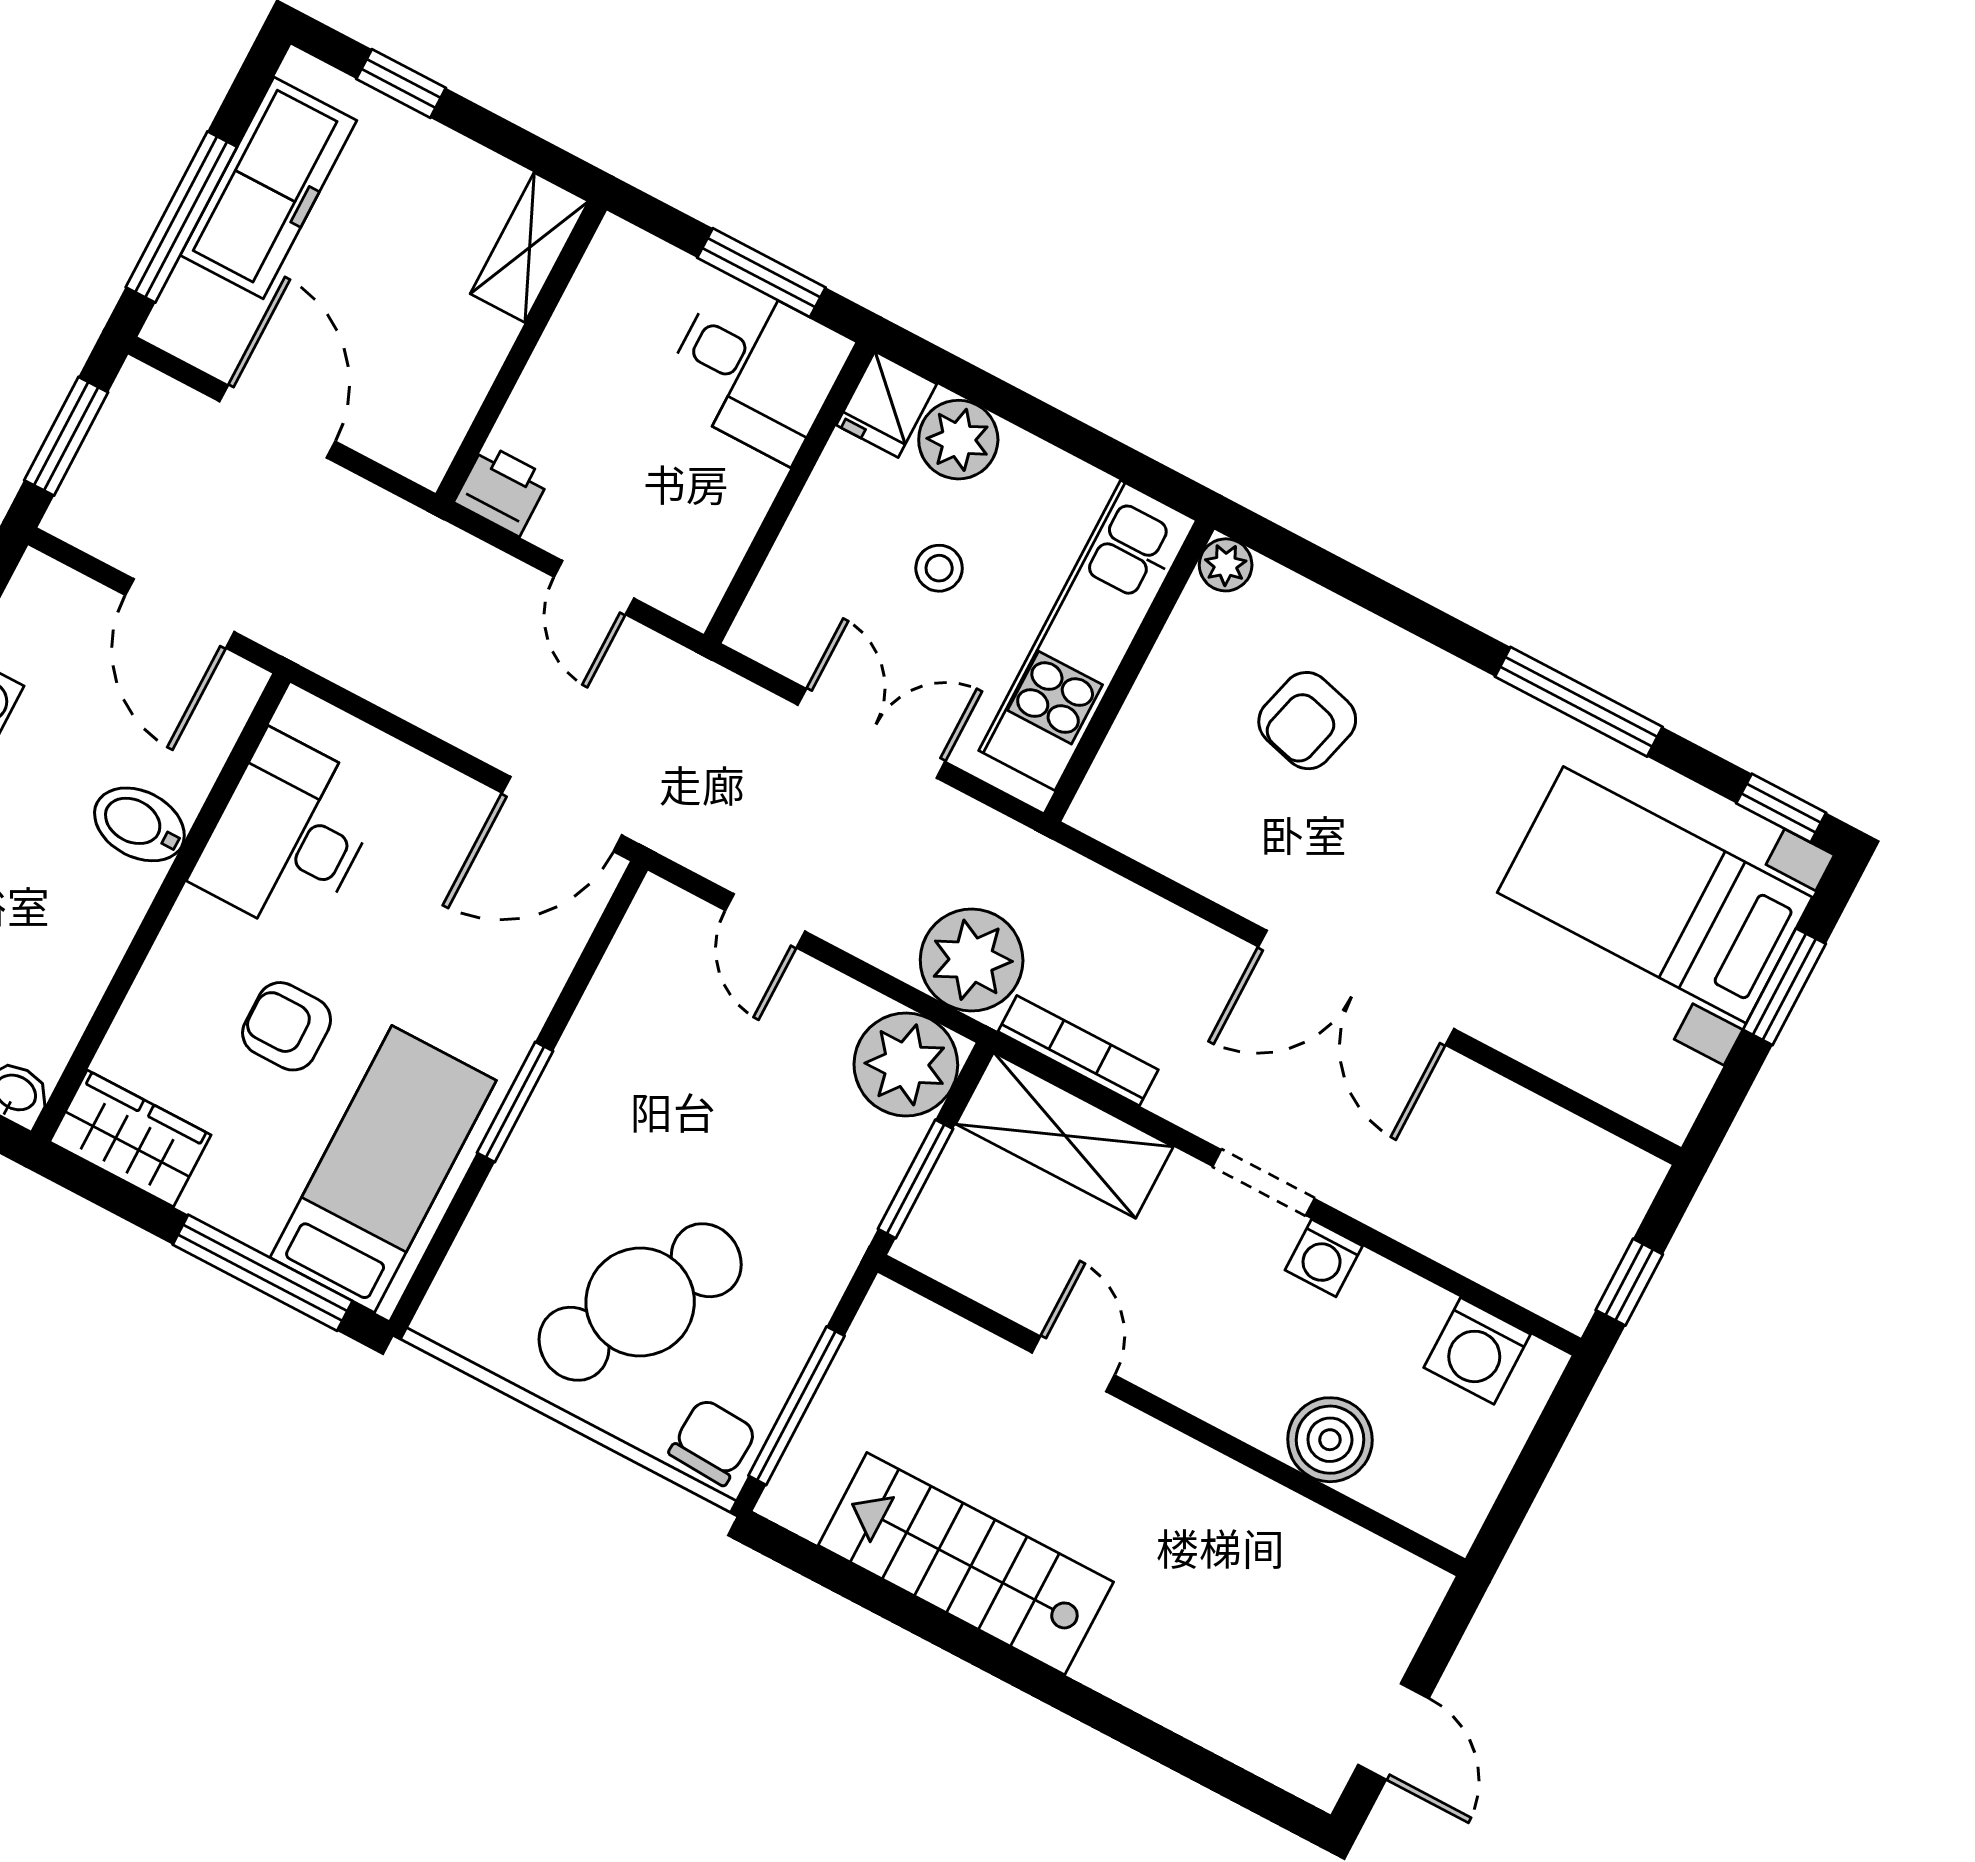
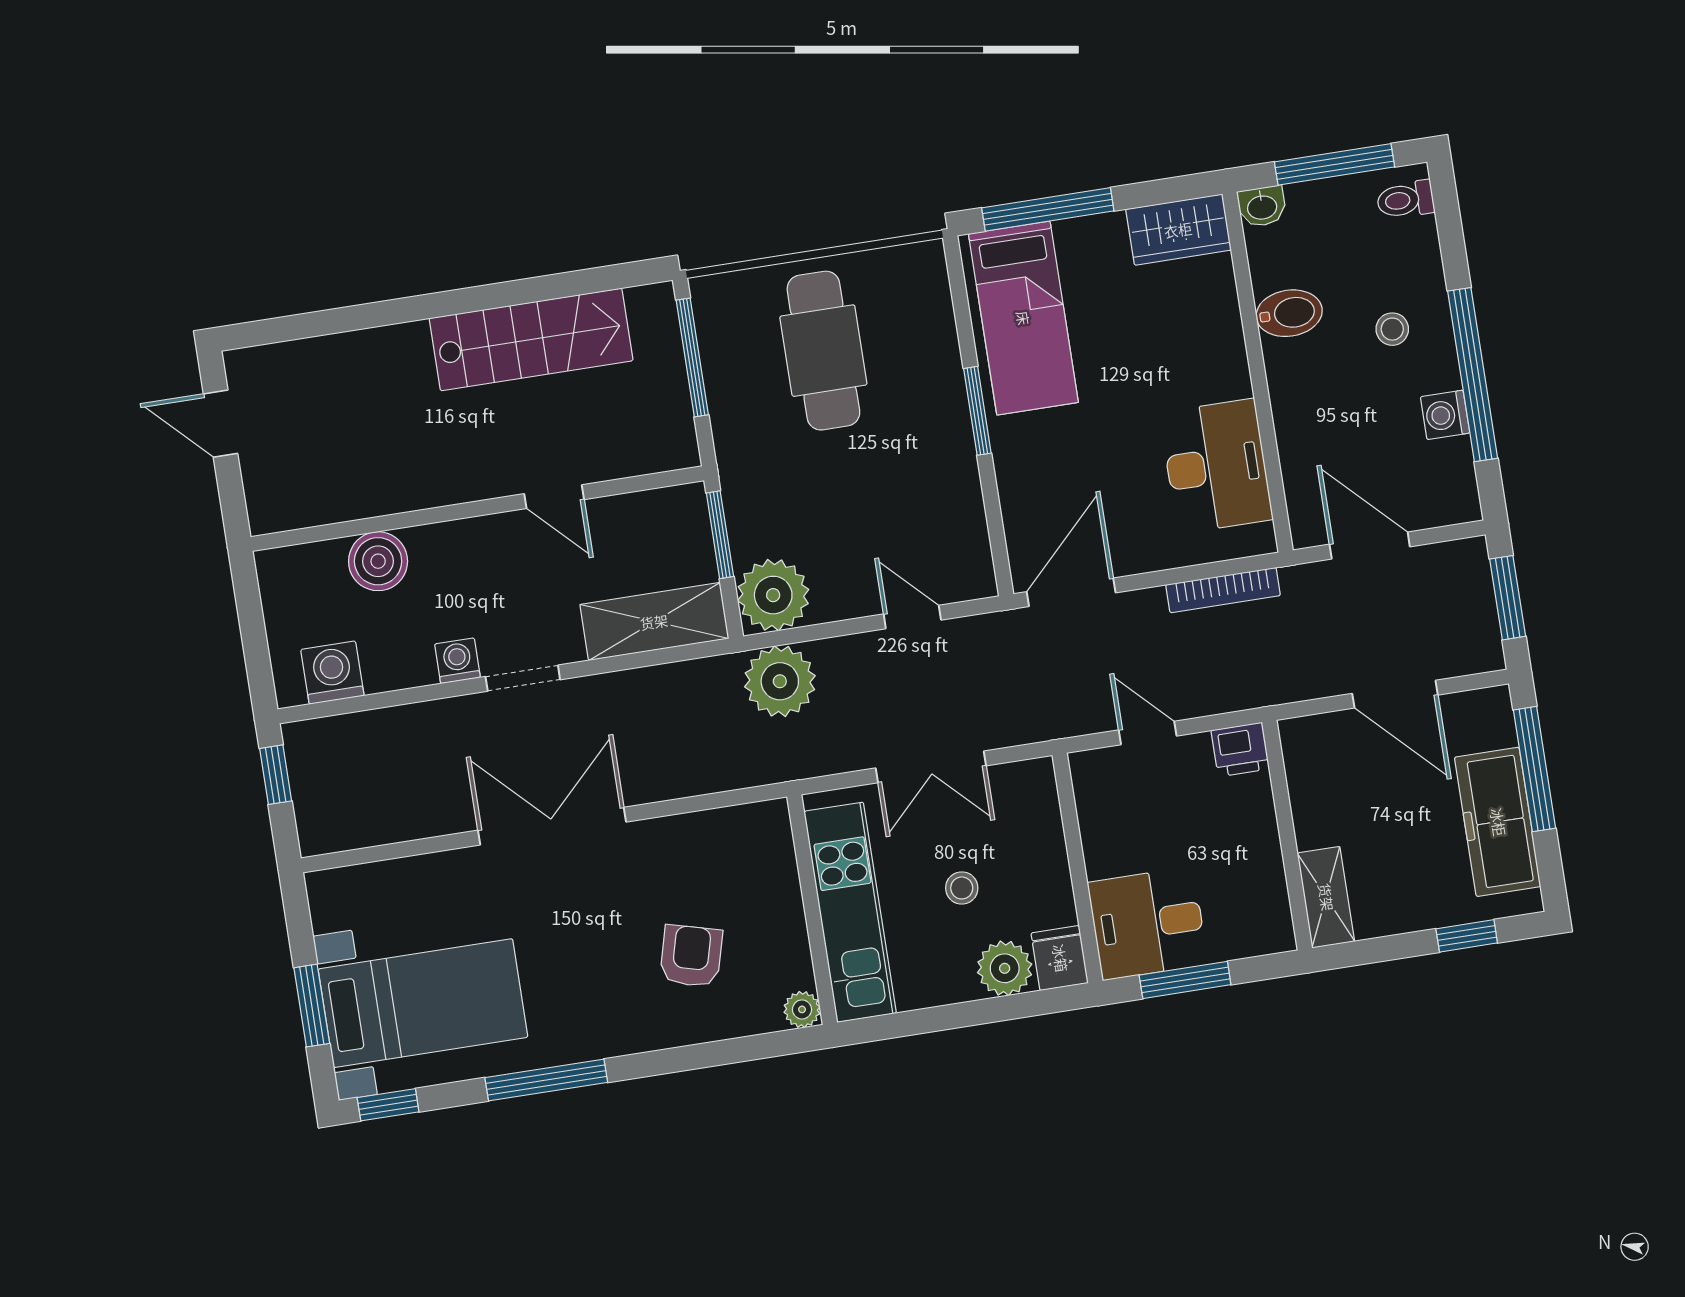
bidet: (139, 824) -> (1289, 313), moved
armchair: (287, 1026) -> (1137, 358), removed
bookcase: (1078, 1051) -> (1223, 590), moved
cafe table: (640, 1302) -> (823, 351), turned -30
chair: (713, 1442) -> (724, 302), removed

